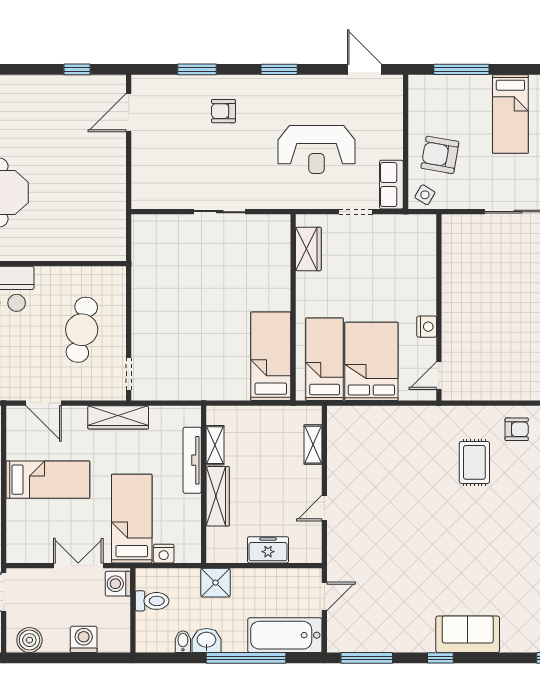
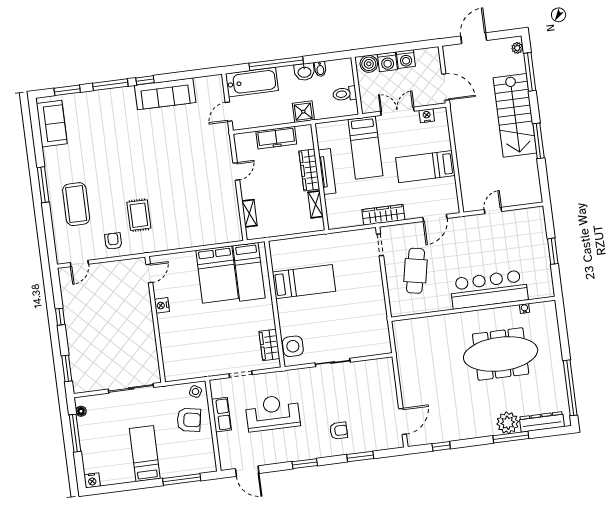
row of seats: (391, 185) -> (221, 415), moved
side table: (275, 243) -> (293, 346), added
wall: (439, 307) -> (155, 319), moved
nightstand: (427, 327) -> (162, 305), moved
bed: (271, 356) -> (304, 282), moved, turned -90
door: (439, 376) -> (149, 273), moved
door: (44, 403) -> (435, 218), swing flipped
armchair: (517, 429) -> (113, 241), turned 90
tv unit: (192, 460) -> (327, 171), moved
freezer: (268, 550) -> (276, 138), width x1.40
nightstand: (164, 554) -> (427, 116), moved
double door: (78, 566) -> (397, 111), swing flipped
washing machine: (118, 584) -> (406, 59), moved, turned 90
sofa: (468, 634) -> (165, 94), moved, width x1.36
boiler: (29, 640) -> (369, 64), moved
window: (367, 658) -> (110, 85), moved

